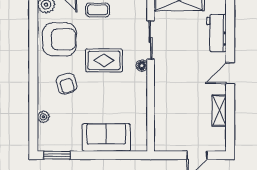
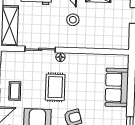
stool: (189, 80) -> (73, 20), added

